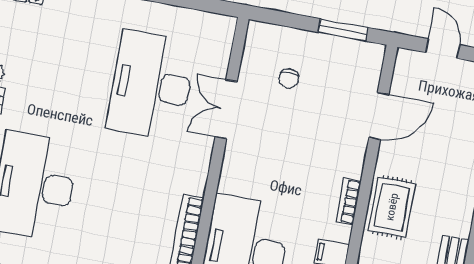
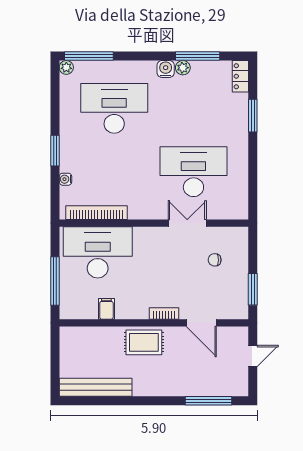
bookcase: (349, 201) -> (164, 313), moved

